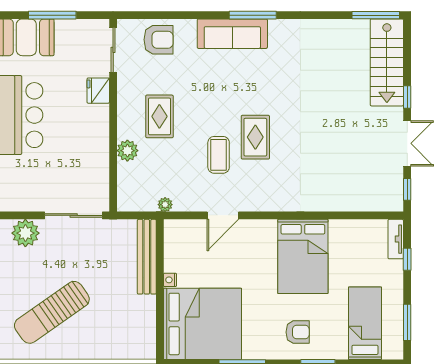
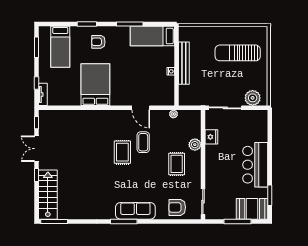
fridge: (98, 91) -> (211, 137), moved
door: (223, 215) -> (141, 108), swing flipped
bench: (147, 257) -> (184, 63), moved
sun lounger: (52, 312) -> (238, 53), turned -145
bed: (202, 324) -> (152, 36), width x0.49

